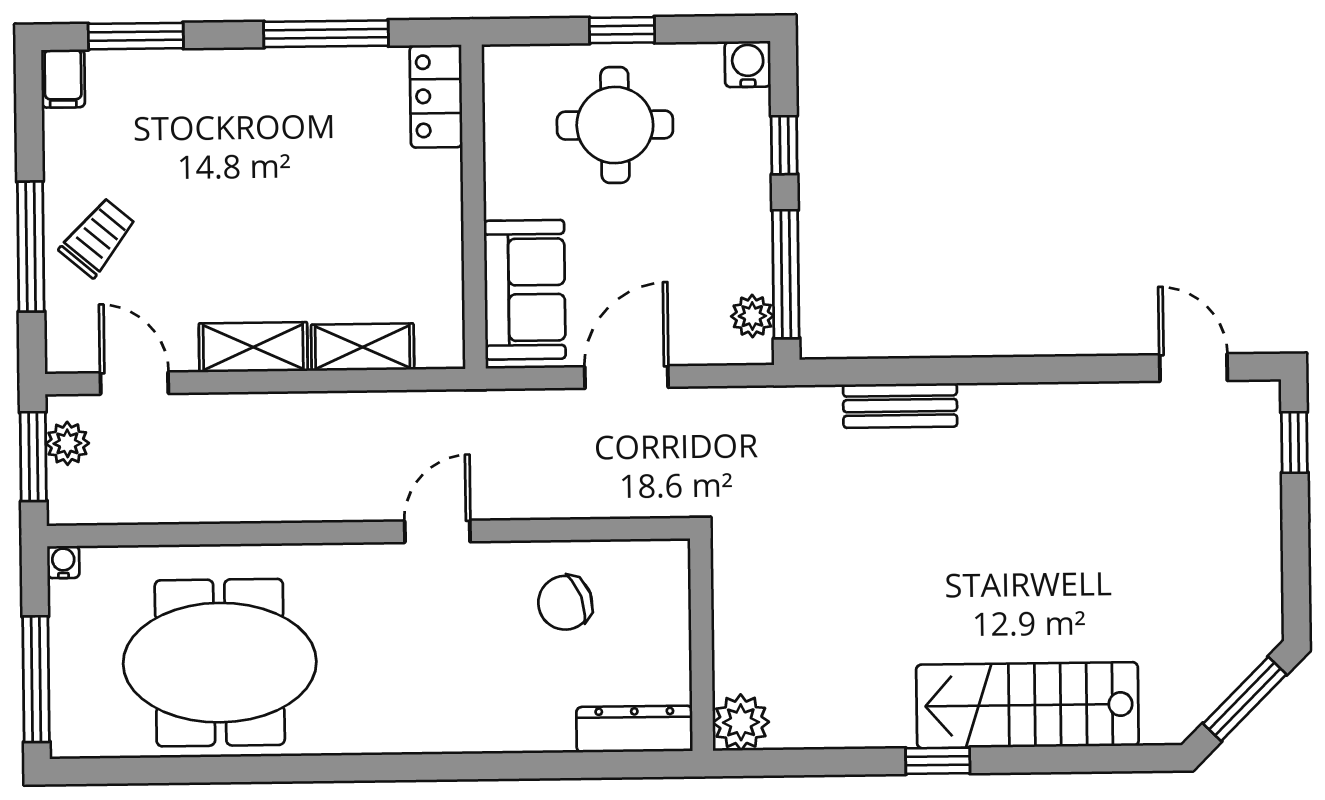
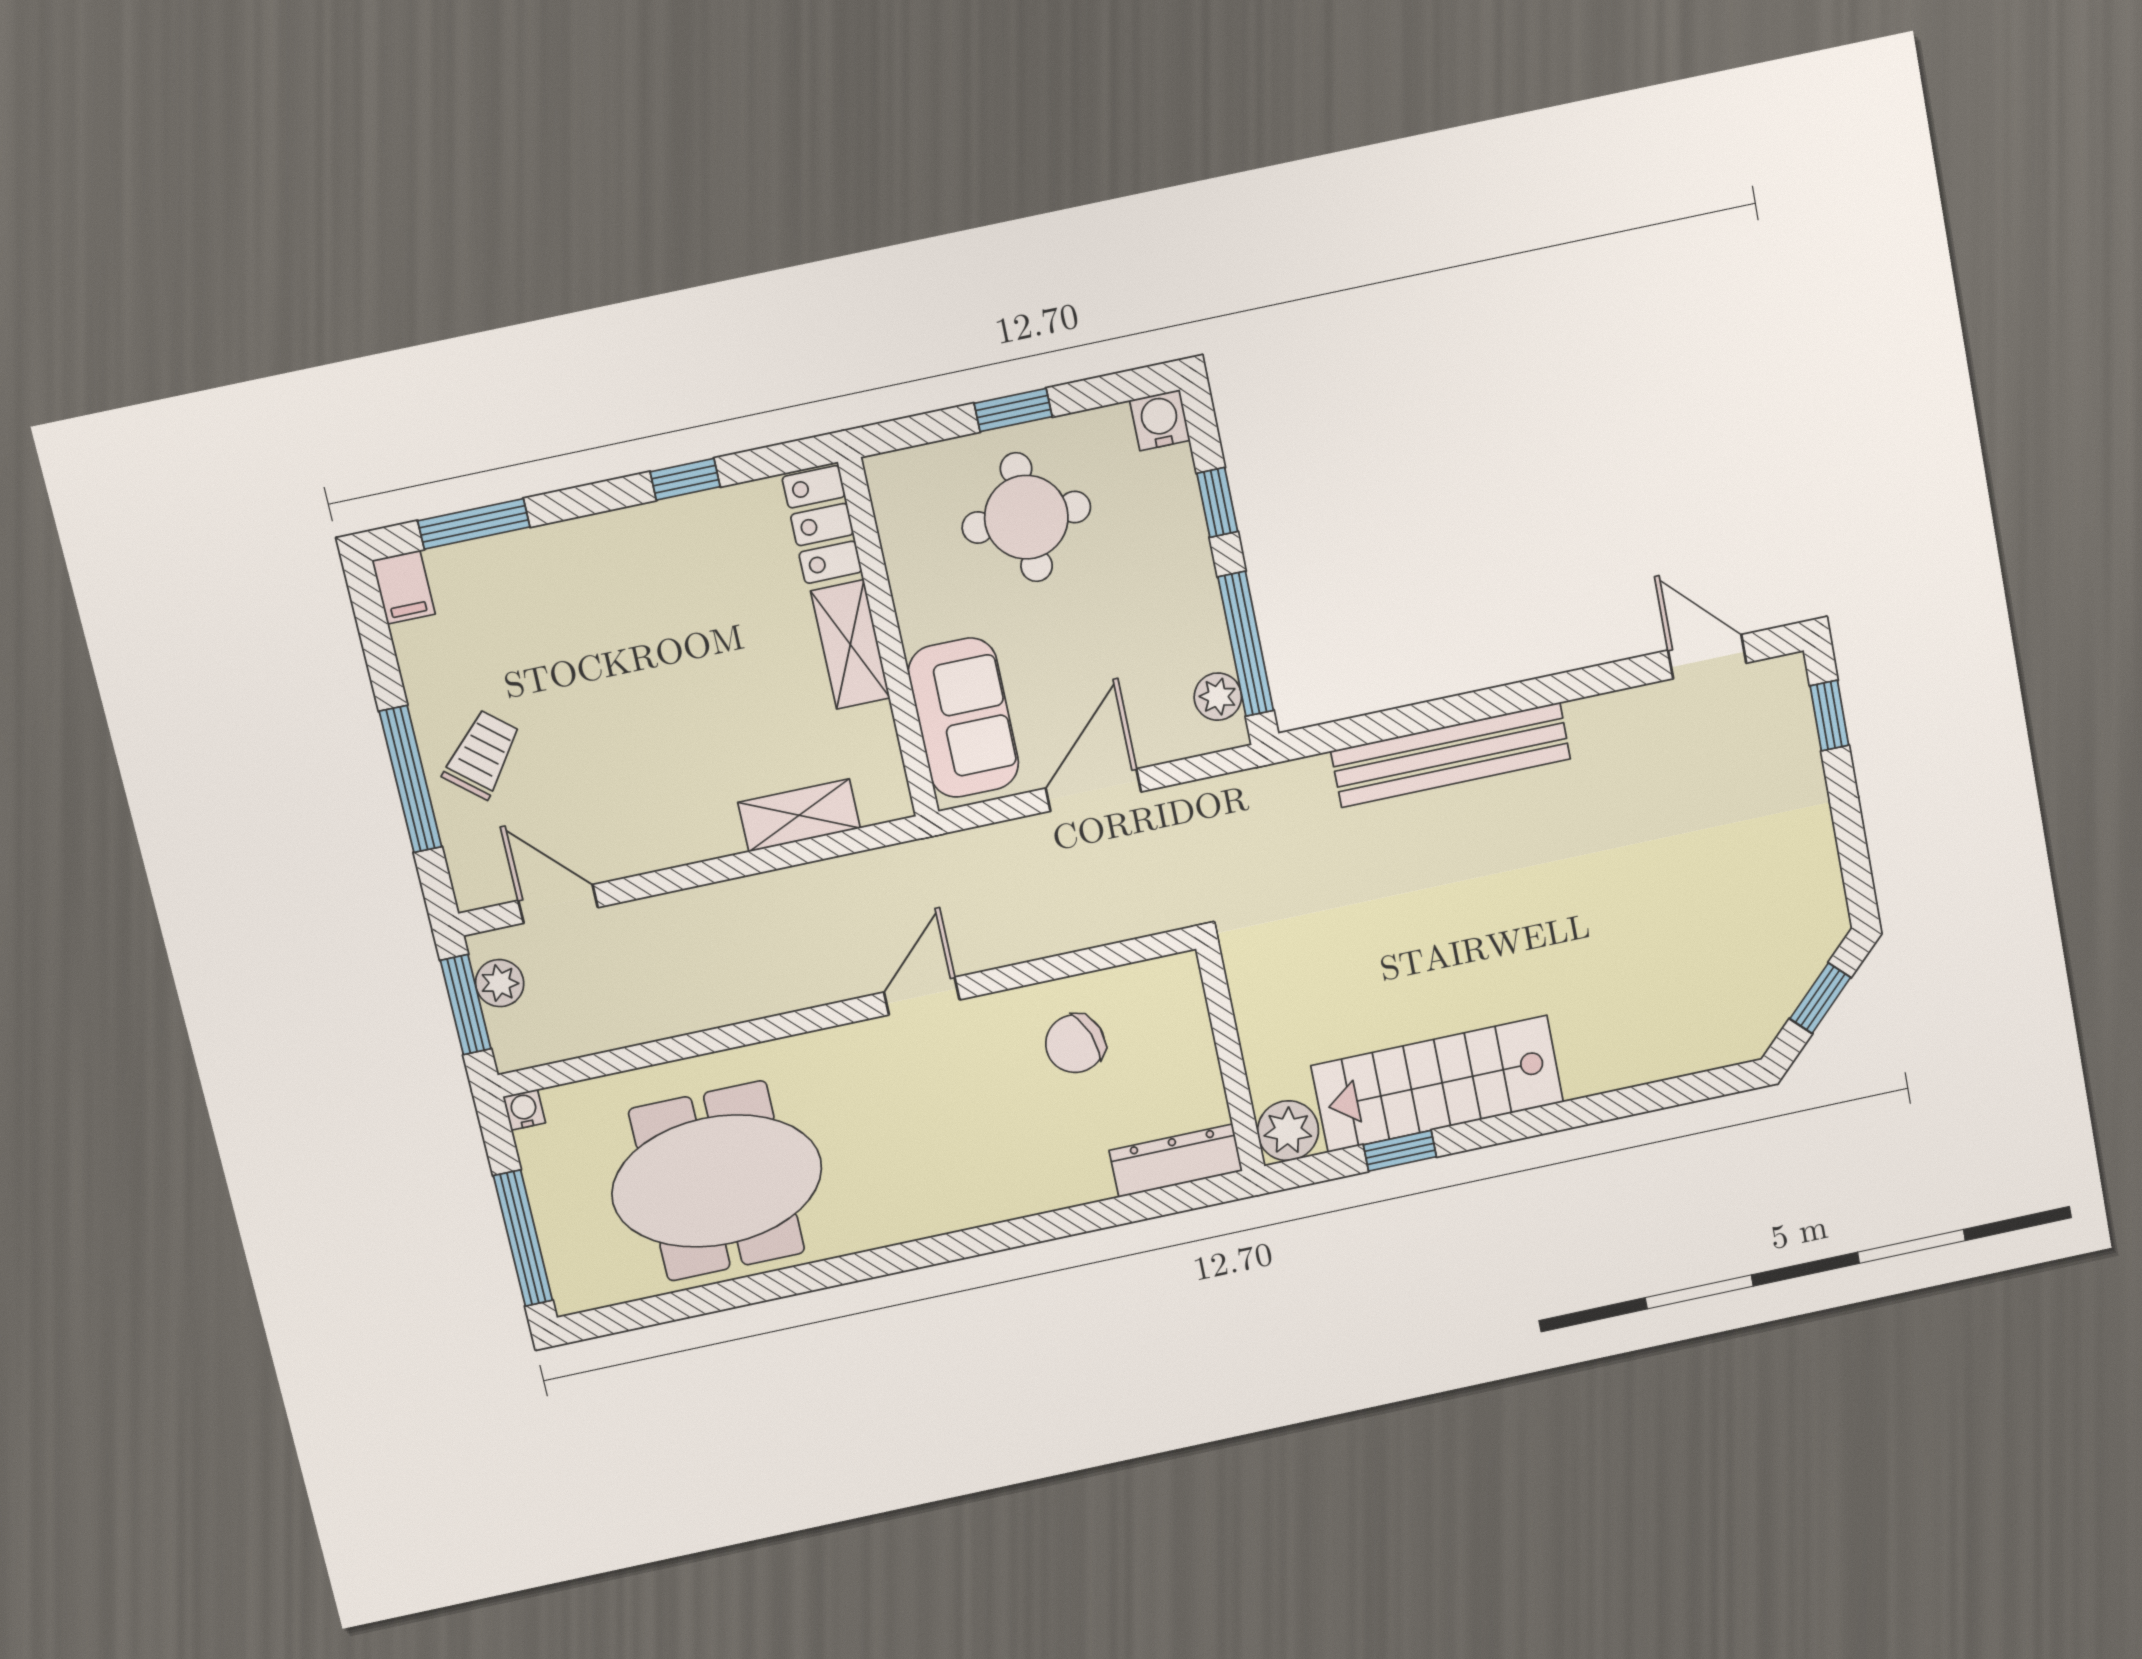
window: (326, 34) -> (685, 479), width x0.46
shelving: (253, 347) -> (850, 645), moved, turned 90
bench: (900, 406) -> (1451, 755), width x1.86, depth x1.21
window: (1245, 699) -> (1820, 998), width x0.67
stairs: (1027, 705) -> (1437, 1084), moved
window: (938, 761) -> (1400, 1151), moved

